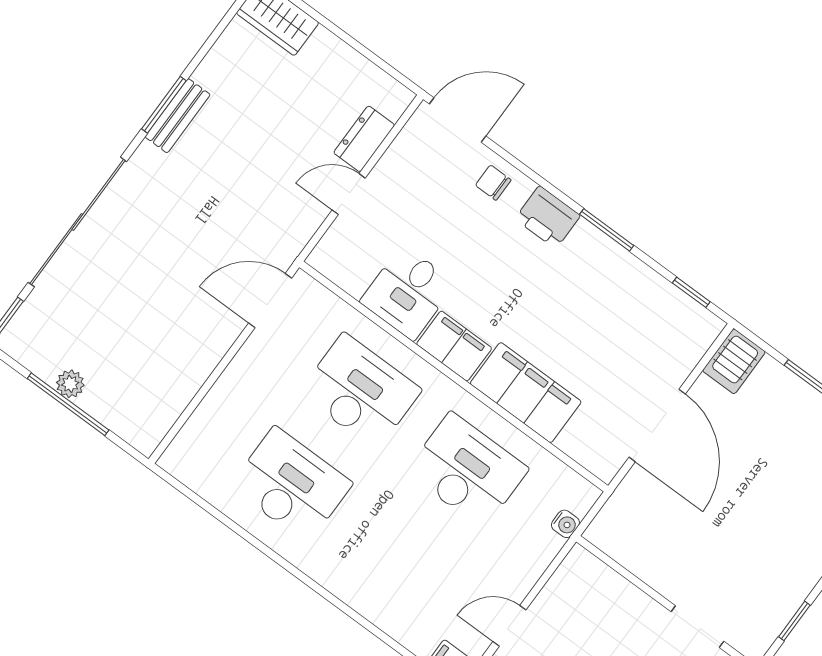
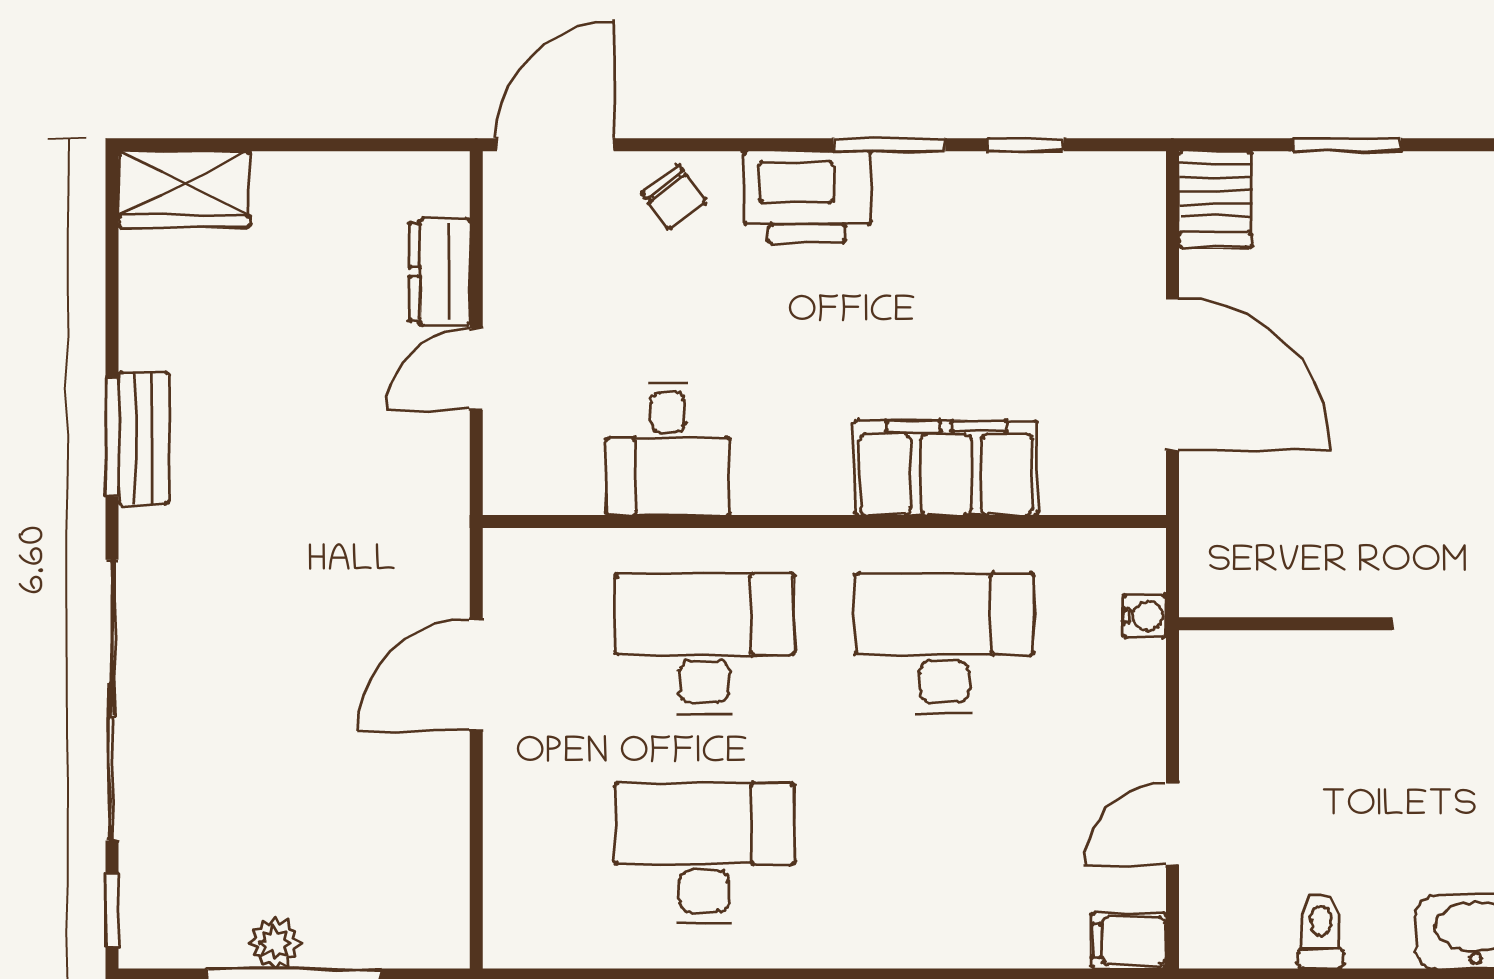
chair: (493, 183) -> (674, 197), turned -127
printer: (548, 217) -> (807, 197), width x1.37, depth x1.19
window: (691, 292) -> (1026, 145), moved
door: (270, 301) -> (476, 674), moved
filing cabinet: (454, 346) -> (792, 477), removed

